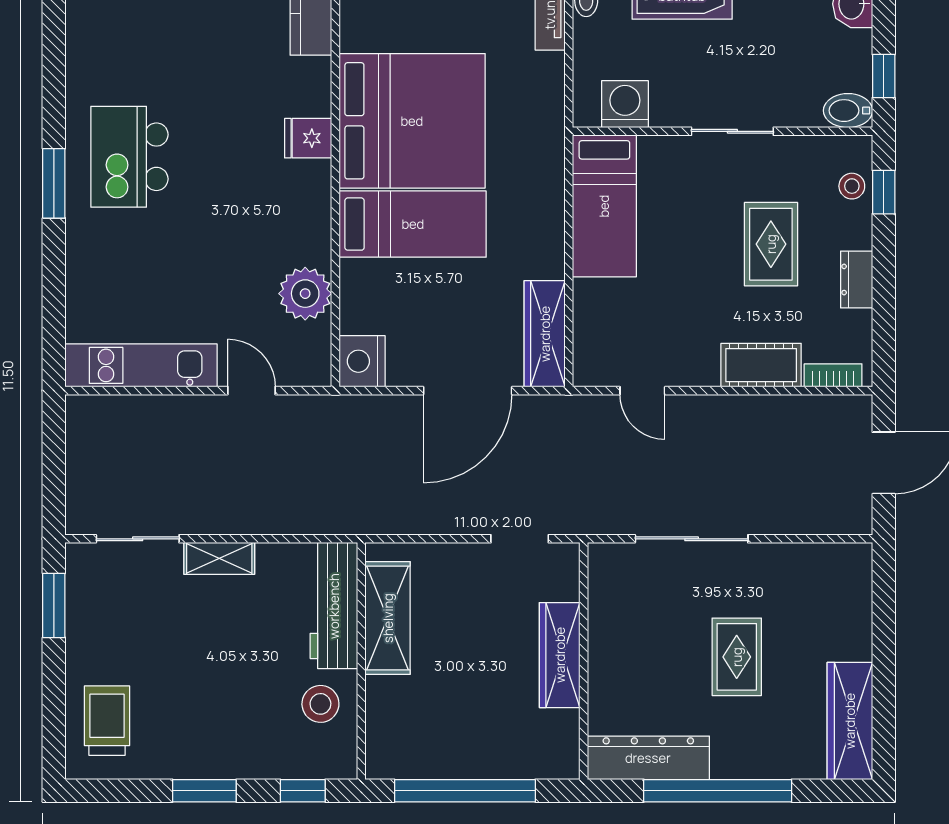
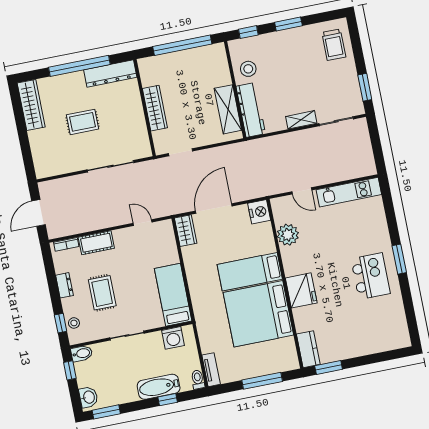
fridge: (308, 138) -> (301, 290), width x1.88, depth x1.34
wardrobe: (545, 334) -> (186, 231), width x0.67
rug: (737, 657) -> (83, 122), turned 90

